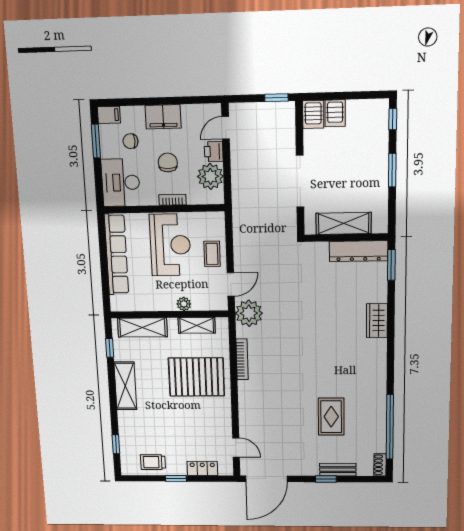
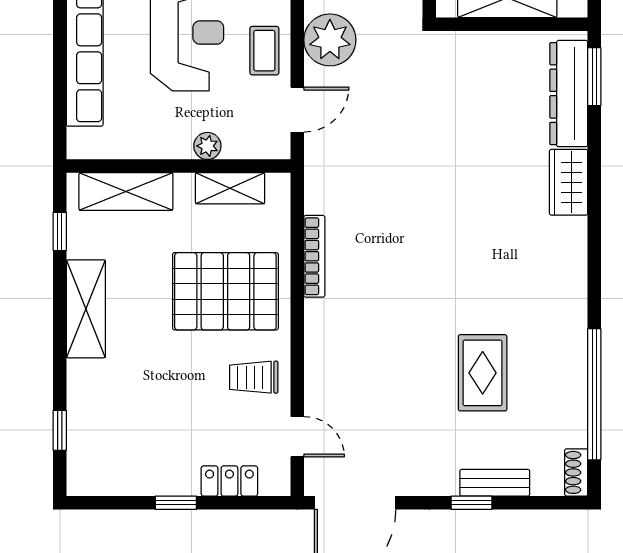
dresser: (359, 251) -> (569, 94), moved, turned 90
plant: (249, 313) -> (330, 40), moved
trolley: (153, 462) -> (254, 377), moved

